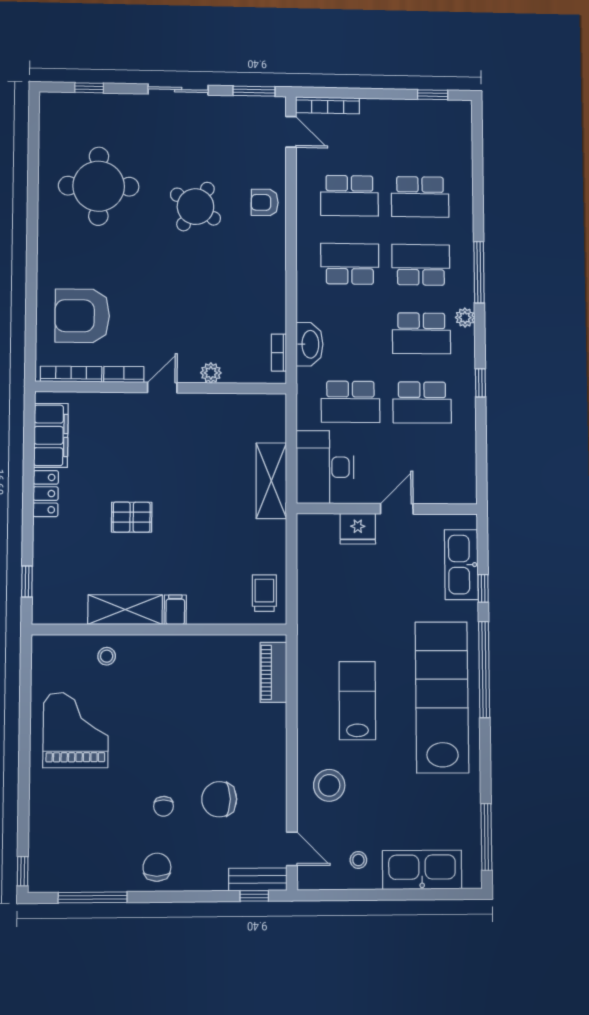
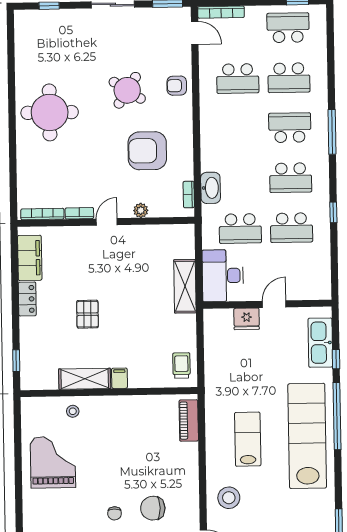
round table: (99, 186) -> (50, 112), moved
school desk: (350, 264) -> (288, 28), moved
armchair: (82, 316) -> (147, 151), moved
plant: (465, 318) -> (322, 165), removed
pallet: (132, 517) -> (88, 314), turned 90

